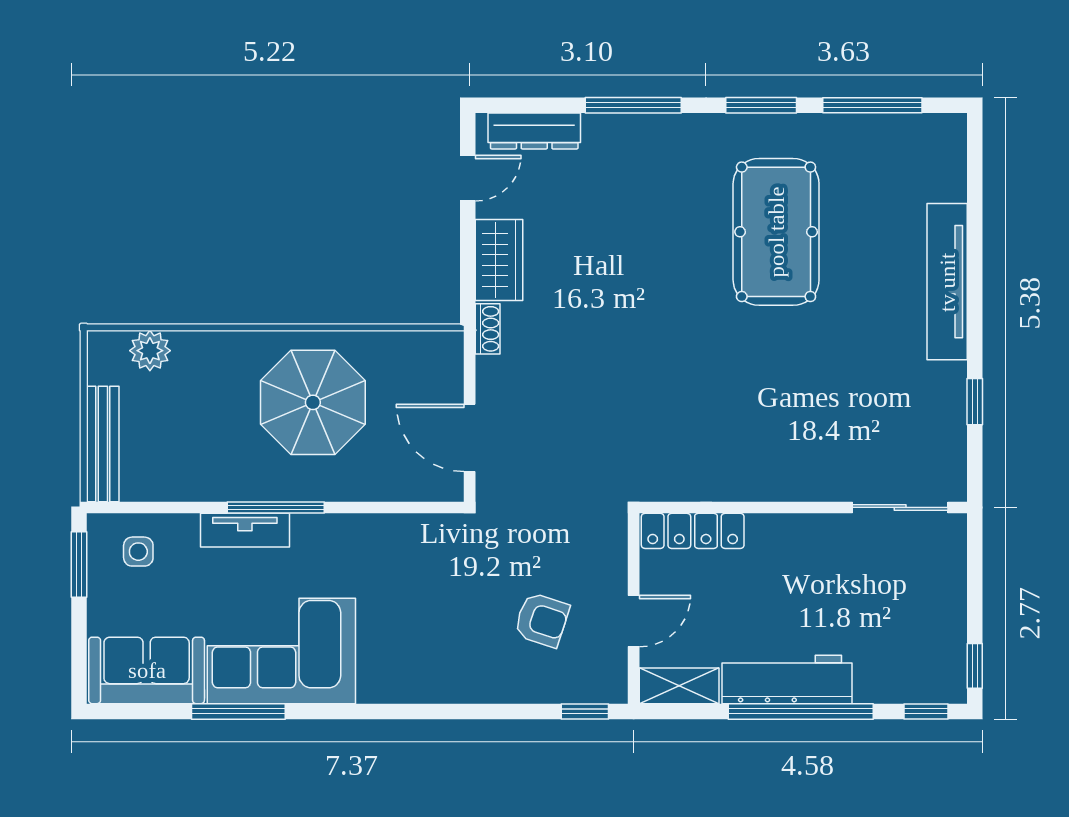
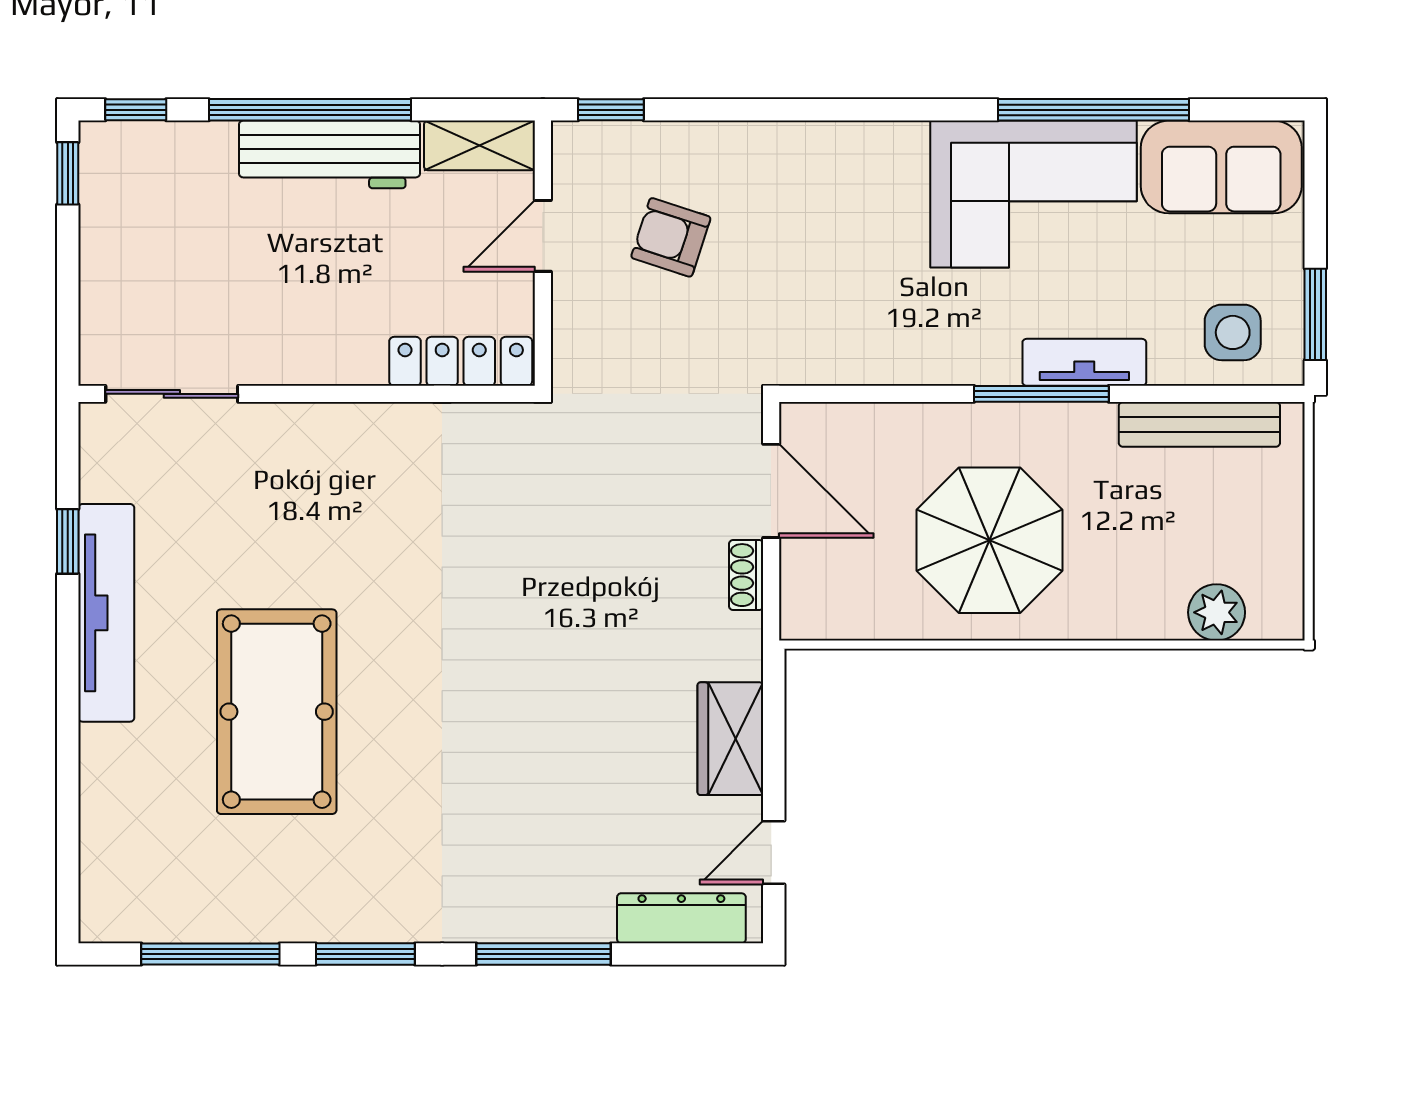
pool table: (776, 232) -> (277, 712), moved
tv unit: (947, 282) -> (106, 613), moved
shoe rack: (488, 329) -> (746, 575), moved
bench: (103, 444) -> (1199, 424), moved, turned 90
side table: (138, 552) -> (1233, 332), width x1.37, depth x1.37
window: (238, 711) -> (1094, 110), width x1.46

